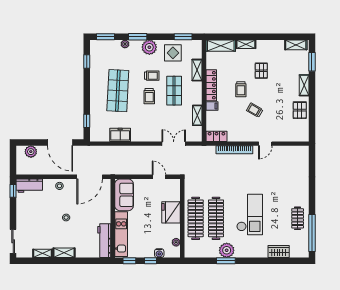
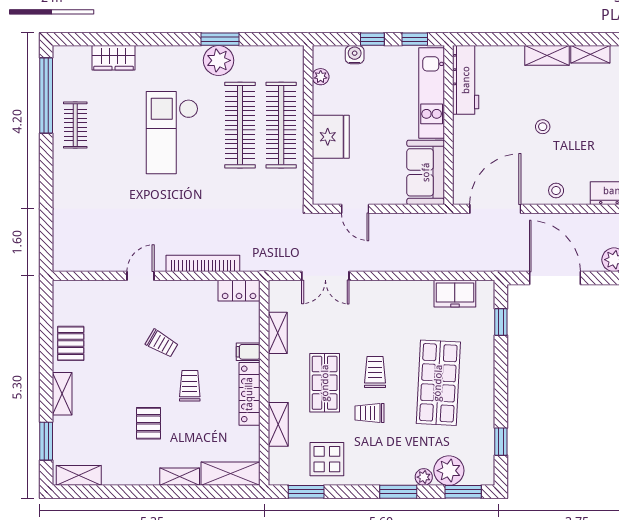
plant: (149, 47) -> (449, 471), moved
freezer: (120, 135) -> (455, 294), moved

